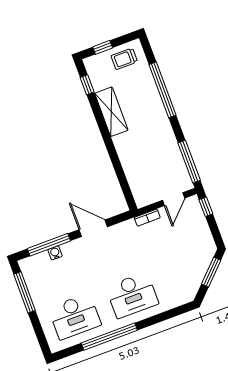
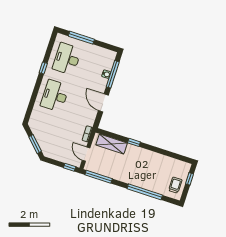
window: (87, 85) -> (134, 142), moved
shelving: (111, 112) -> (112, 144), moved
door: (93, 228) -> (103, 103), swing flipped
window: (25, 292) -> (81, 38), moved
window: (109, 337) -> (43, 68), width x0.32

